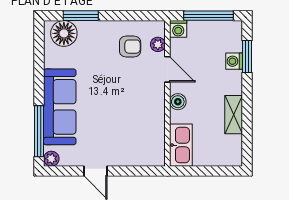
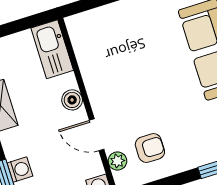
armchair: (130, 47) -> (150, 148), turned 180

